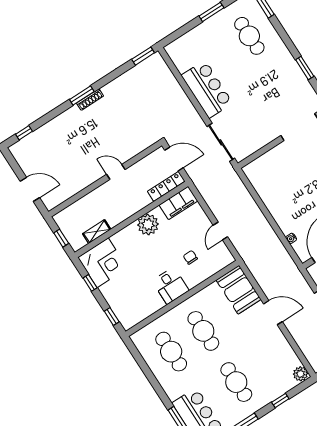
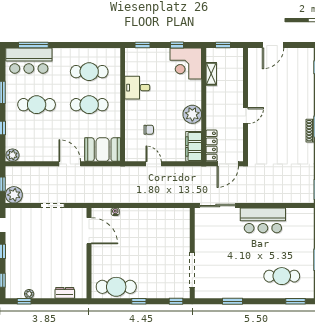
desk: (171, 286) -> (137, 88), moved
door: (273, 313) -> (70, 164), swing flipped

